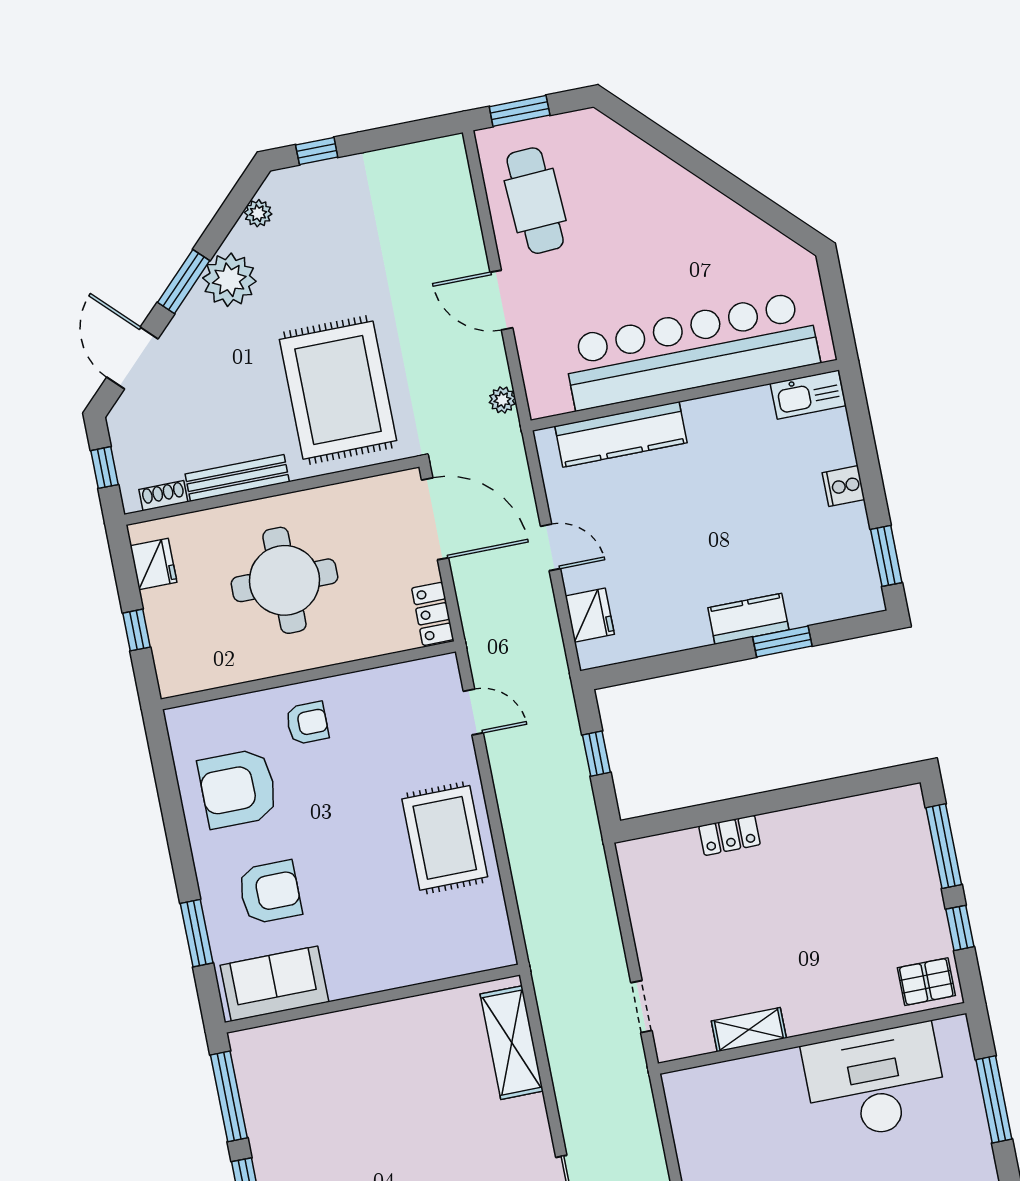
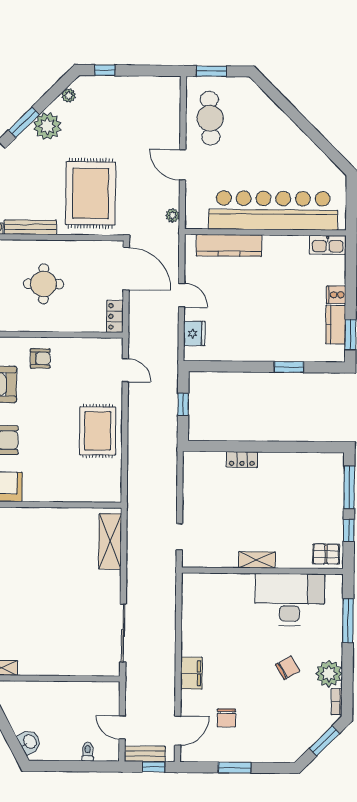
round table: (284, 580) -> (44, 284), width x0.73, depth x0.73
kitchen counter: (748, 619) -> (336, 325), moved, turned -90
shelving: (749, 1030) -> (257, 560), moved

